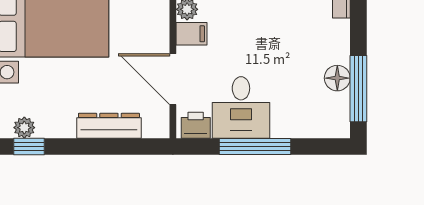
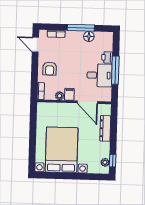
door: (173, 79) -> (87, 102), hinge flipped
window: (358, 89) -> (81, 28), moved
printer: (196, 125) -> (107, 57), moved

